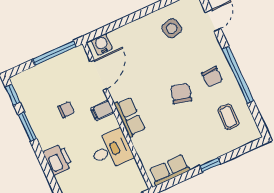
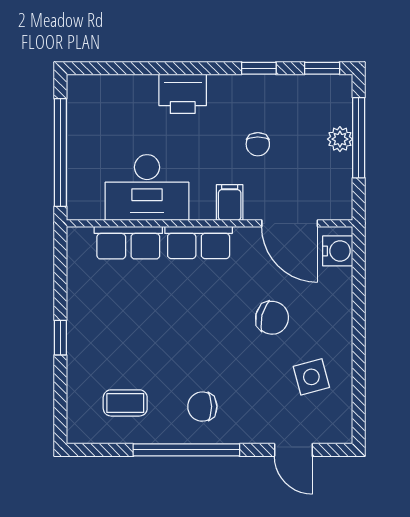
window: (54, 53) -> (359, 138), moved
plant: (44, 69) -> (340, 139), added
chair: (181, 94) -> (272, 318), moved
window: (27, 127) -> (259, 68), width x0.67
desk: (111, 150) -> (147, 187), width x1.37
row of seats: (169, 170) -> (128, 243), moved, turned 90

